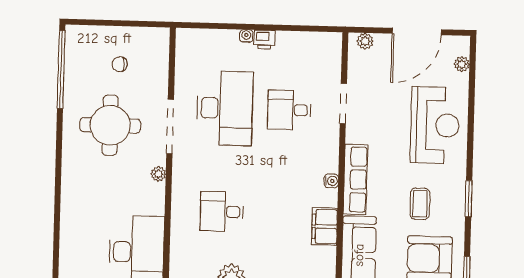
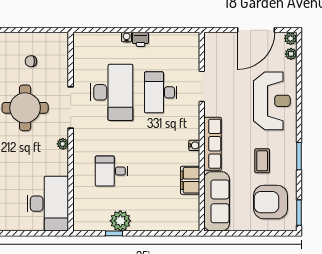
plant: (365, 41) -> (291, 38), moved
desk: (289, 110) -> (161, 92), width x1.37

